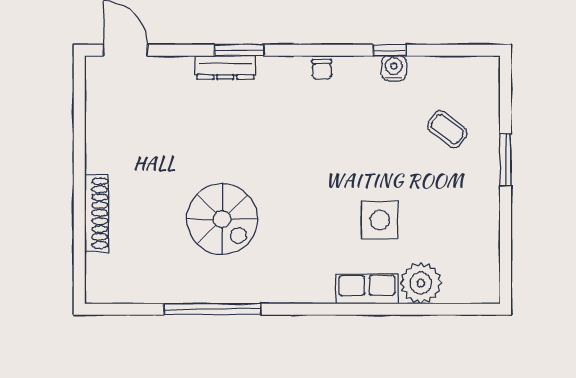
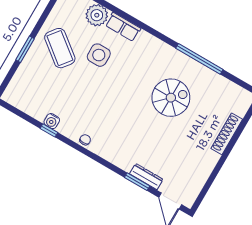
window: (239, 50) -> (137, 182), moved
dresser: (225, 67) -> (146, 177), moved
coffee table: (447, 129) -> (60, 48), moved, width x1.86, depth x1.72
spiral stairs: (222, 219) -> (171, 98), turned 90

